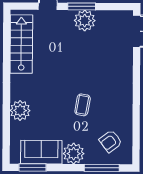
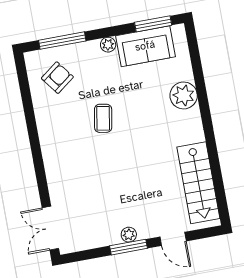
plant: (85, 21) -> (129, 235), width x0.53, depth x0.53
plant: (74, 154) -> (108, 45), width x0.53, depth x0.53

